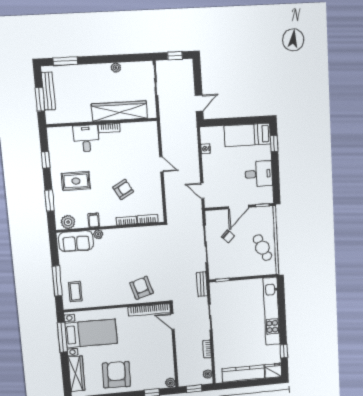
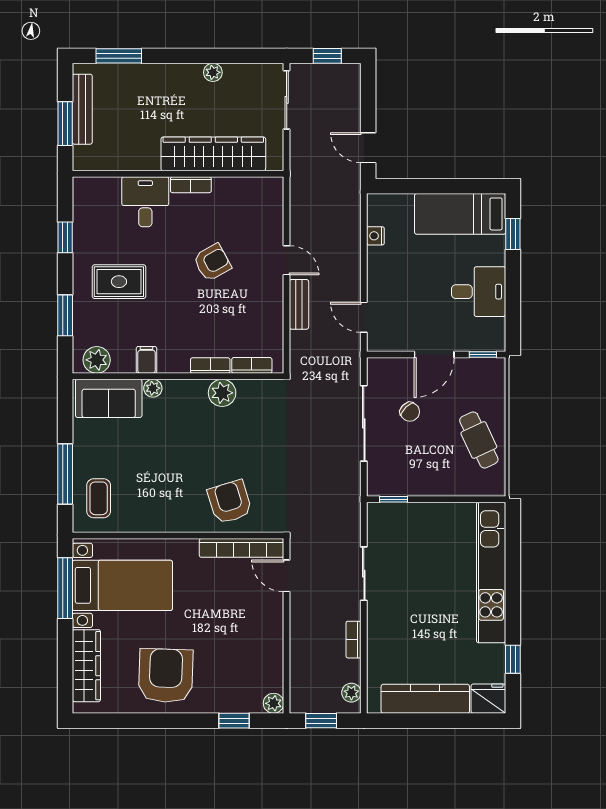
door: (199, 103) -> (368, 148), swing flipped
armchair: (123, 189) -> (212, 262), moved
plant: (134, 234) -> (222, 393), added
bench: (202, 284) -> (299, 304), moved

